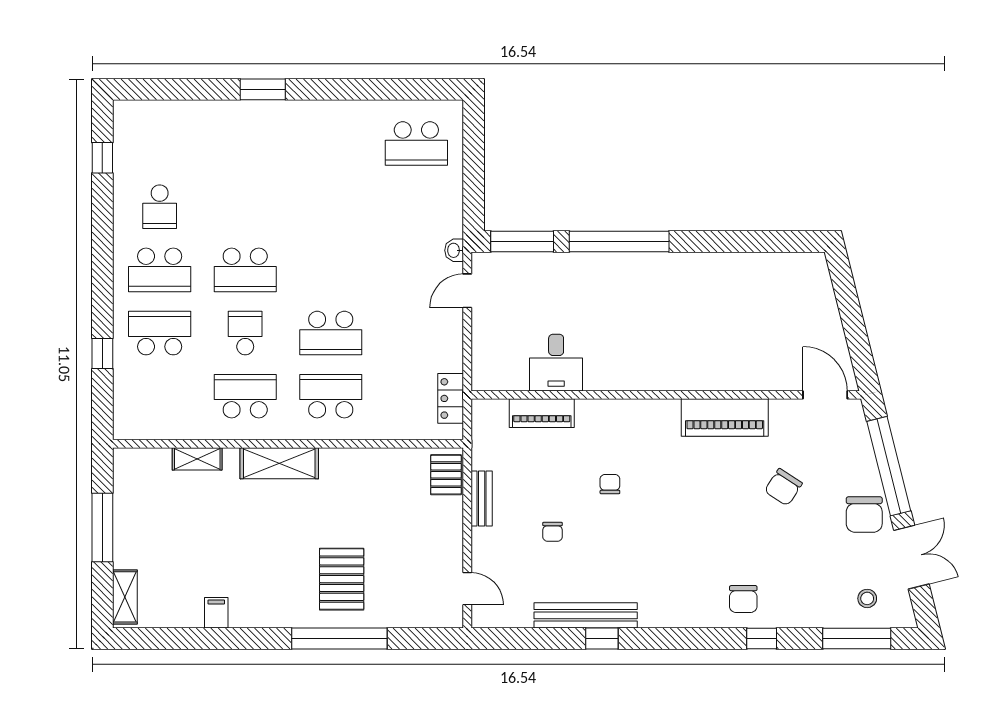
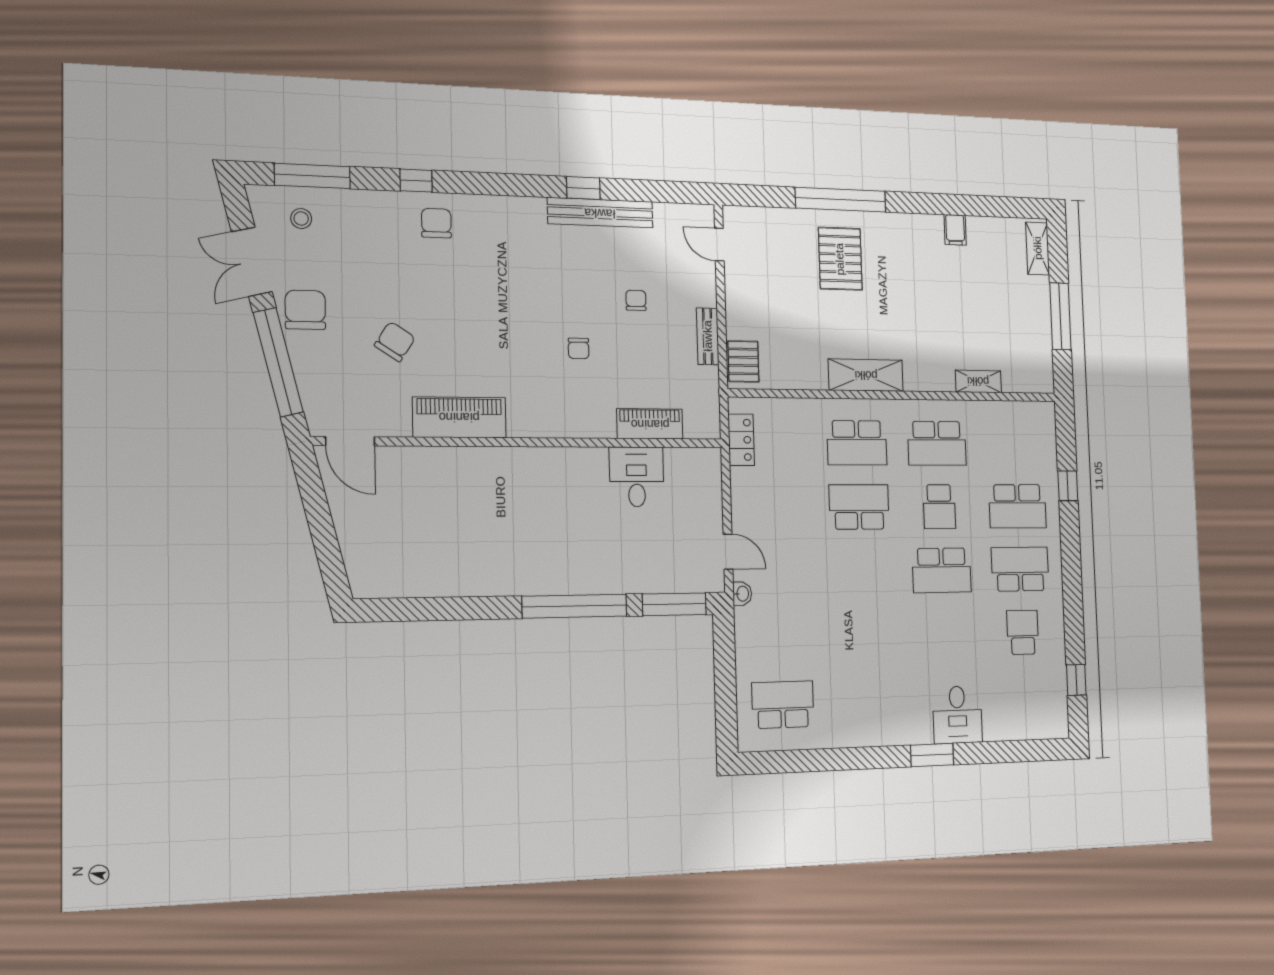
desk: (234, 128) -> (957, 715), added
school desk: (245, 270) -> (942, 570), turned 180
door: (467, 291) -> (728, 552), hinge flipped
shelving: (279, 463) -> (866, 375), moved

